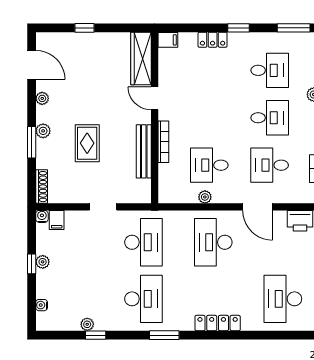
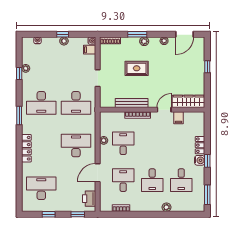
filing cabinet: (168, 40) -> (179, 118), moved
water cooler: (237, 40) -> (200, 160), added

